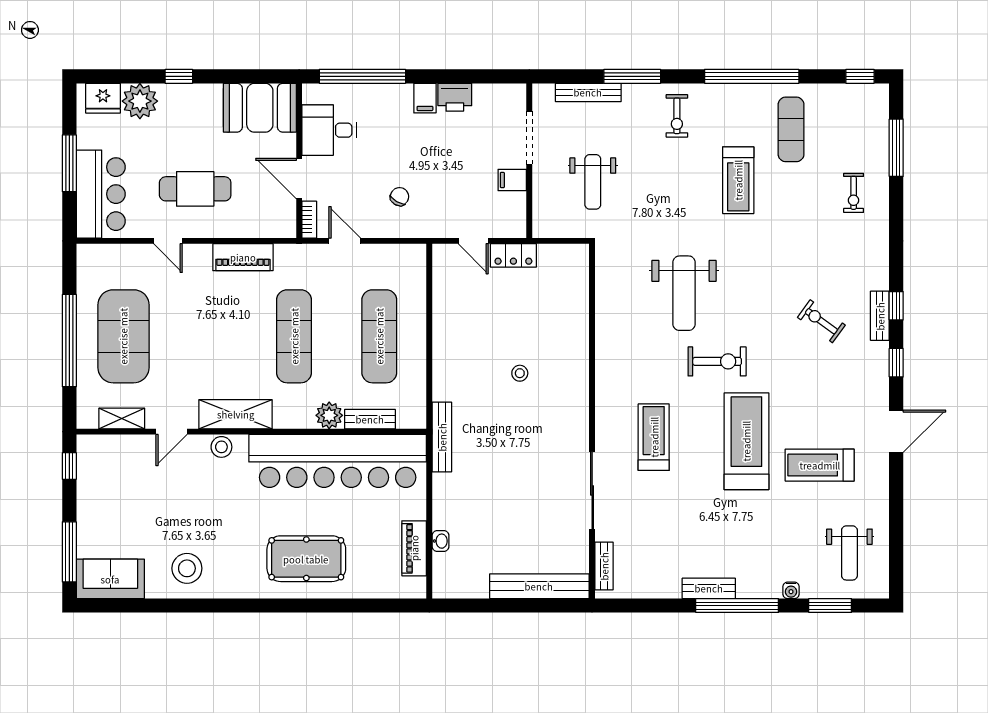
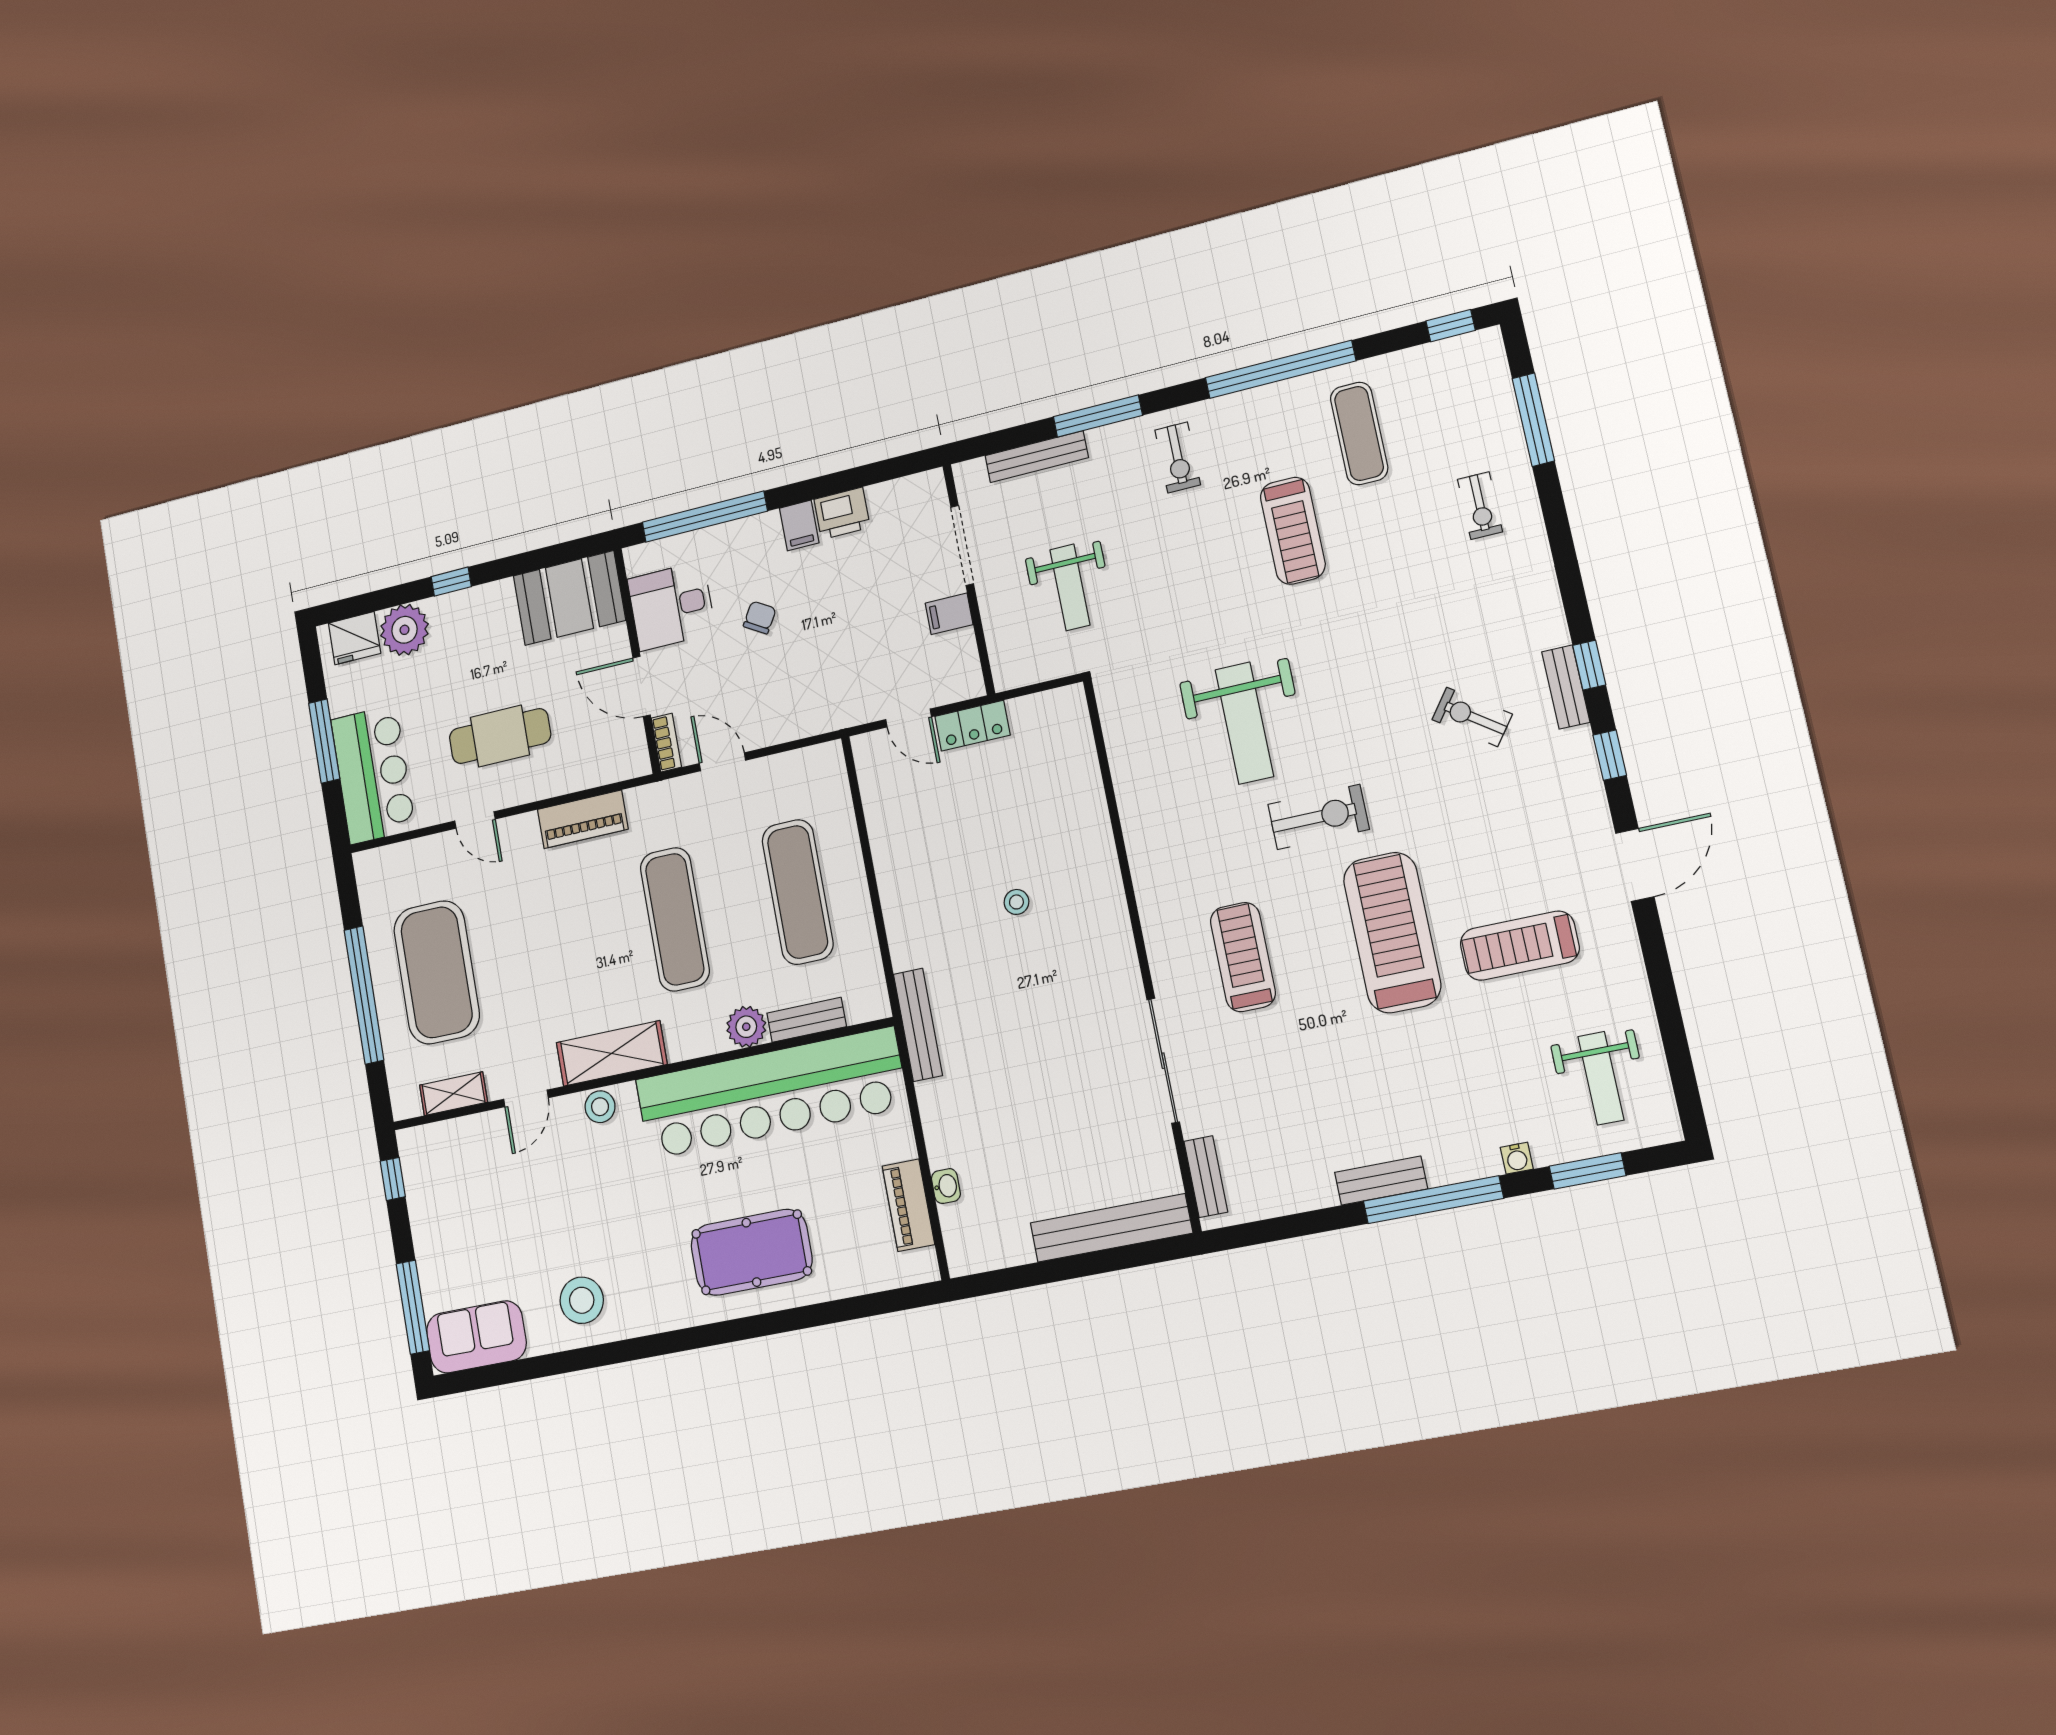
chair: (400, 197) -> (760, 617), moved

